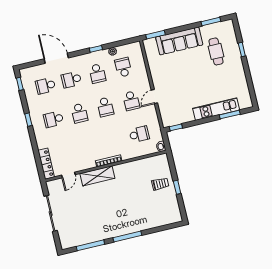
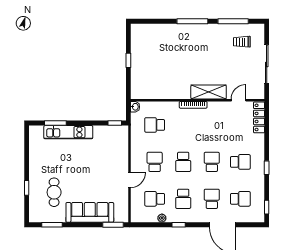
school desk: (123, 67) -> (155, 199), turned 90
school desk: (97, 73) -> (183, 199), turned 180
school desk: (71, 80) -> (212, 199), turned -90
door: (154, 97) -> (129, 180), moved
school desk: (105, 107) -> (183, 162), turned 180
trolley: (160, 184) -> (242, 42), moved

